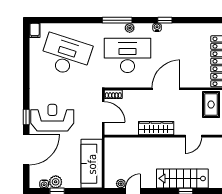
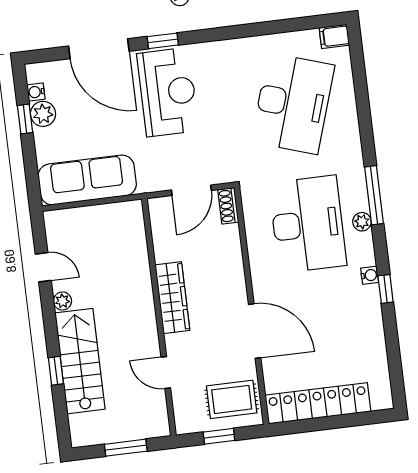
door: (166, 89) -> (255, 331), moved
plant: (121, 184) -> (62, 301), moved

